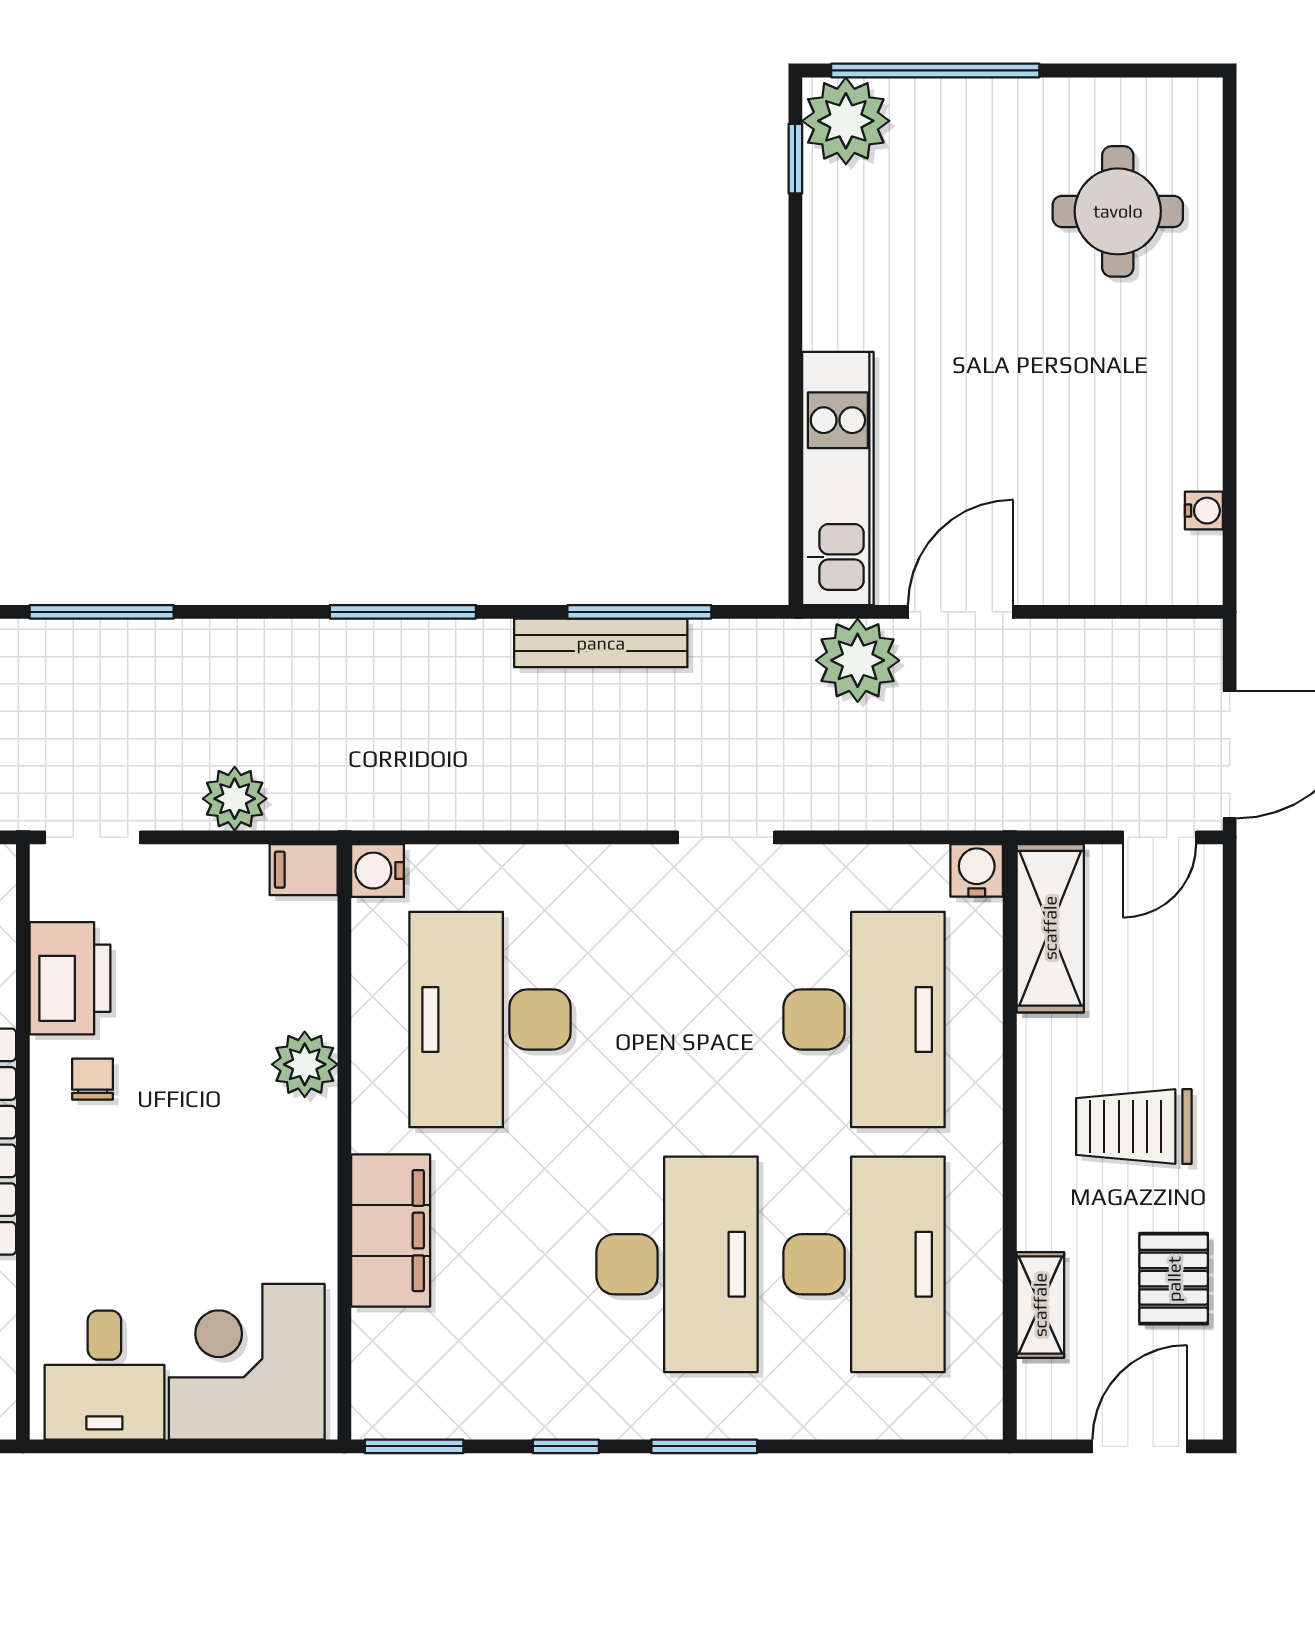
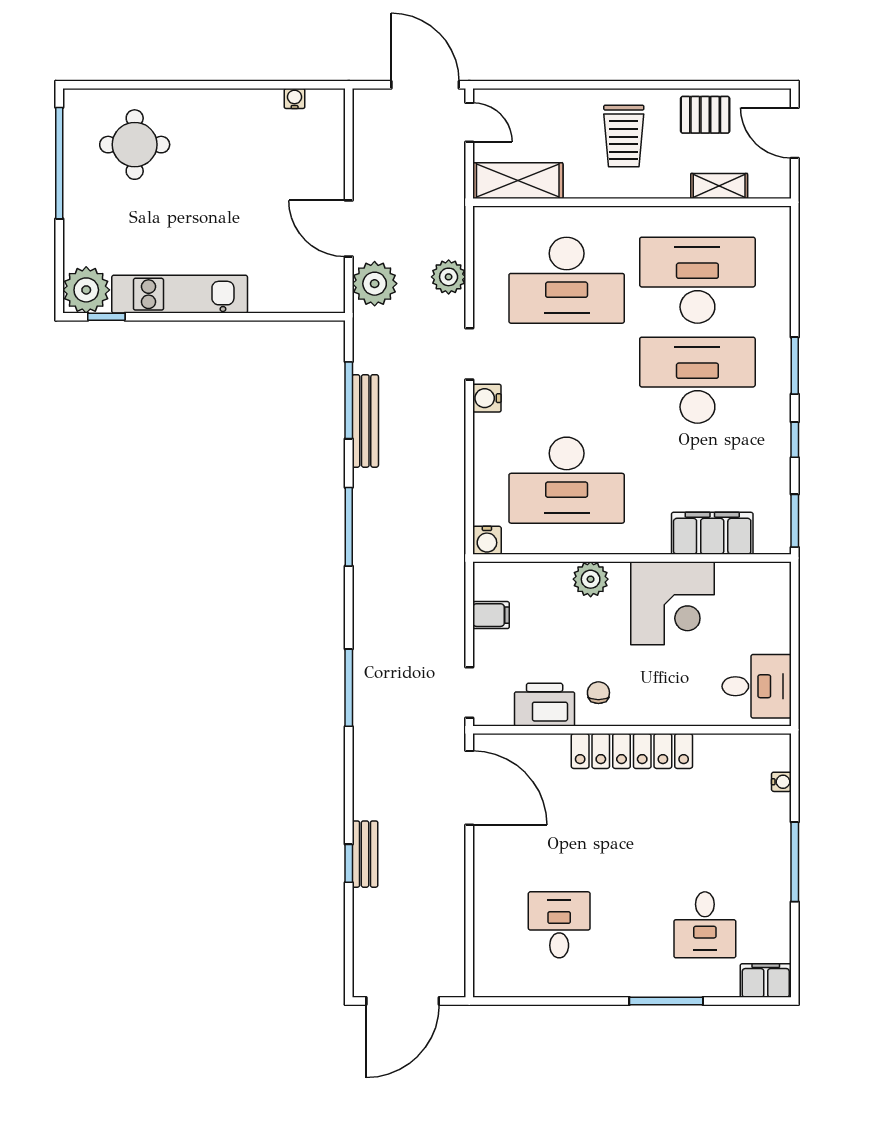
window: (935, 70) -> (59, 163), moved
kitchen unit: (838, 478) -> (180, 294), moved
plant: (235, 799) -> (449, 277), moved
filing cabinet: (304, 870) -> (491, 615), moved, turned -90
water cooler: (977, 870) -> (487, 398), moved
desk: (864, 1019) -> (567, 280), turned 180
chair: (92, 1079) -> (598, 693), turned 90
filing cabinet: (391, 1231) -> (712, 533), moved
corner desk: (247, 1362) -> (672, 603), moved, turned -90

